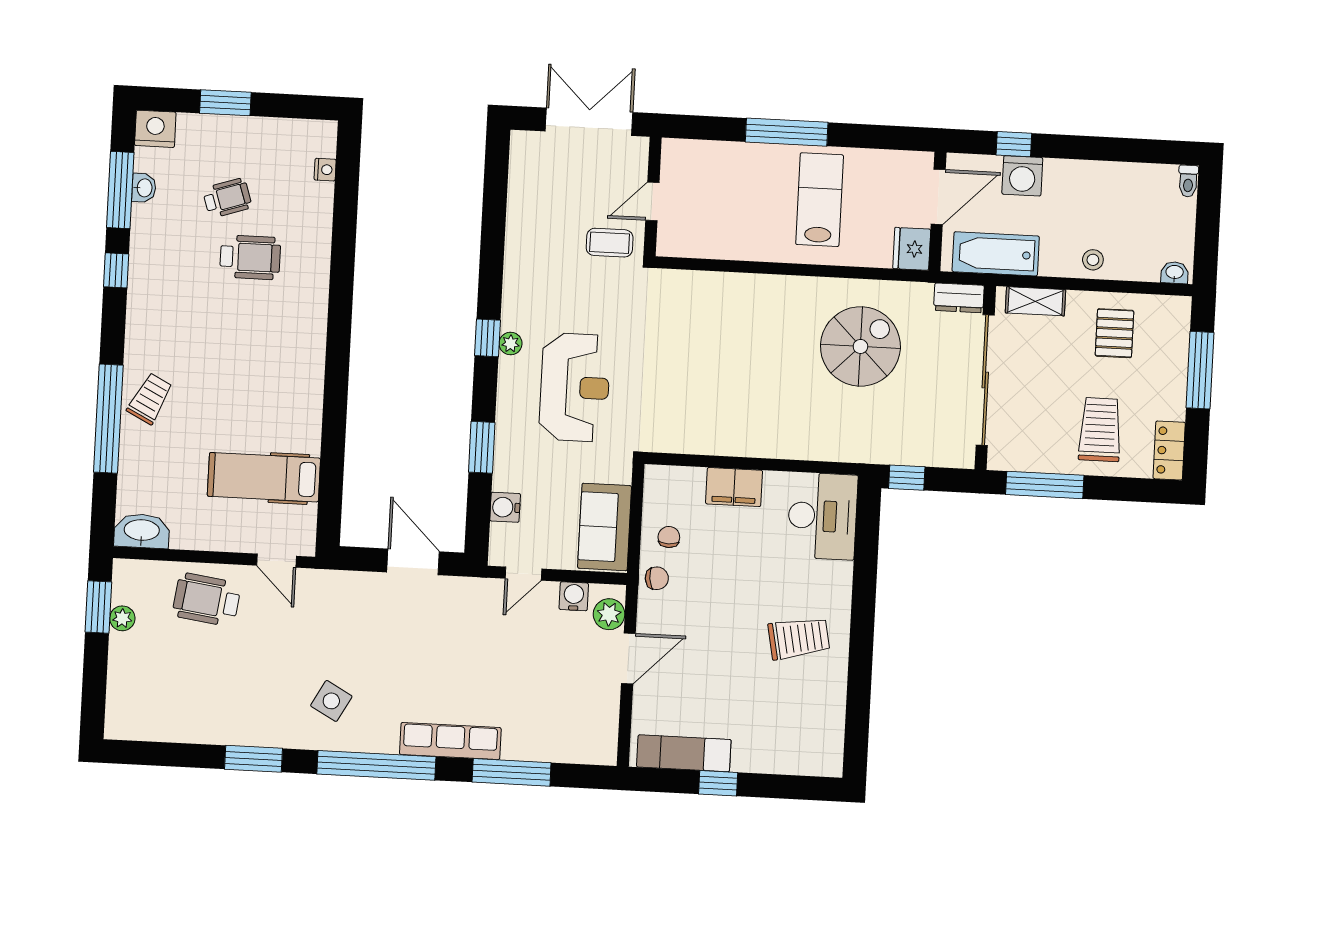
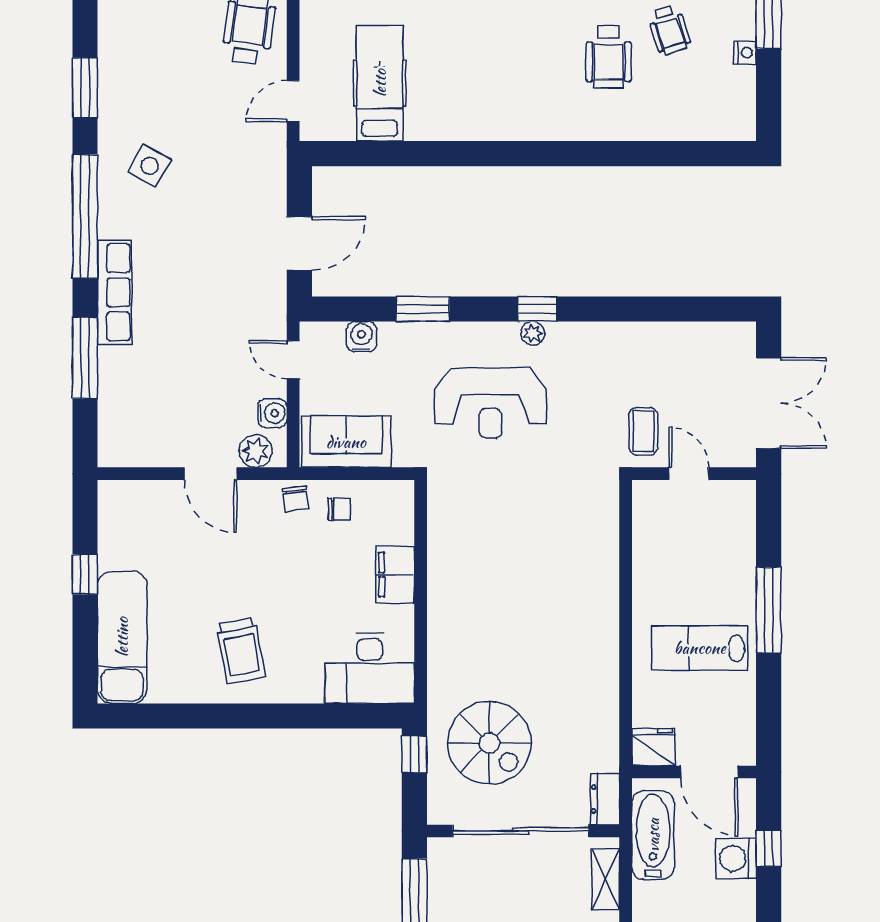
nightstand: (325, 170) -> (745, 53), moved, turned -90
lab bench: (820, 200) -> (700, 648), turned 180
spiral stairs: (860, 346) -> (489, 743), moved
exam couch: (684, 753) -> (122, 637), moved, width x1.36, depth x1.45

